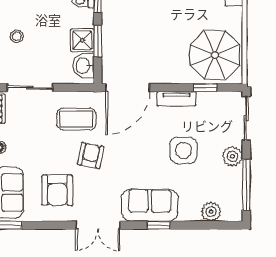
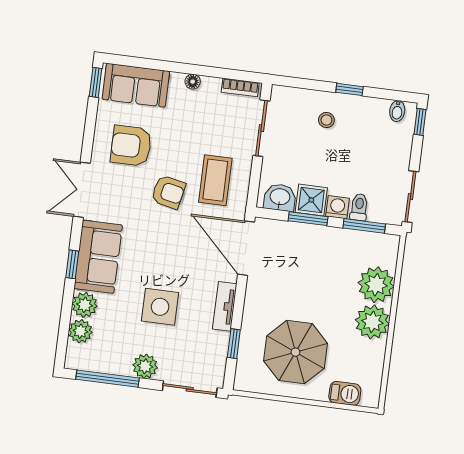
washing machine: (85, 19) -> (337, 207), added
parasol: (215, 55) -> (295, 352), moved
plant: (190, 211) -> (85, 305), added

